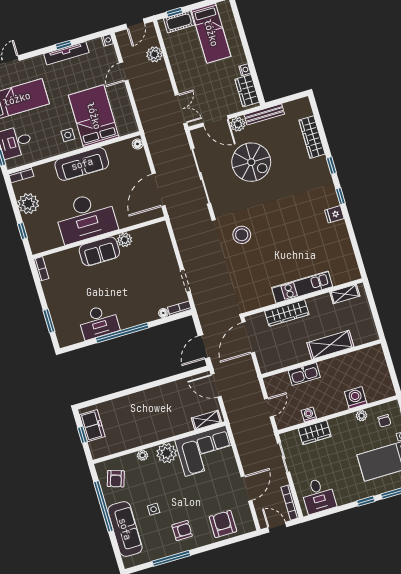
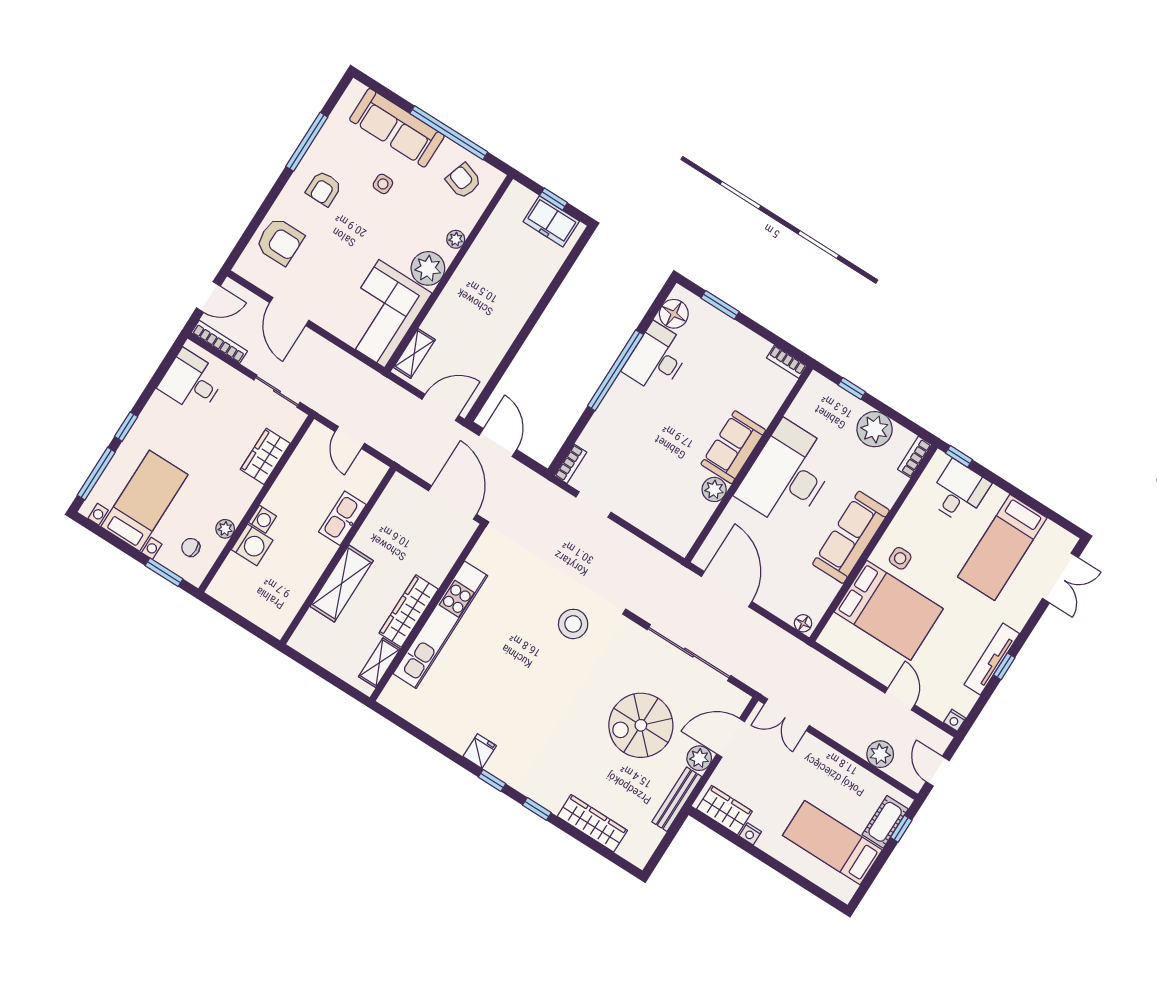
kitchen unit: (302, 287) -> (440, 625), width x1.36
floor lamp: (163, 313) -> (674, 314), moved, width x1.89, depth x1.89
wardrobe: (287, 313) -> (409, 611), moved
washing machine: (309, 415) -> (263, 519), moved

